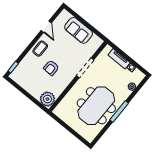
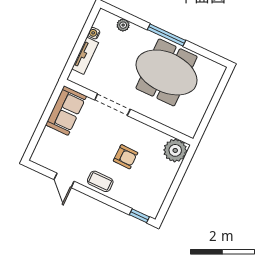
door: (46, 27) -> (64, 180), swing flipped
sofa: (79, 30) -> (66, 110), moved

